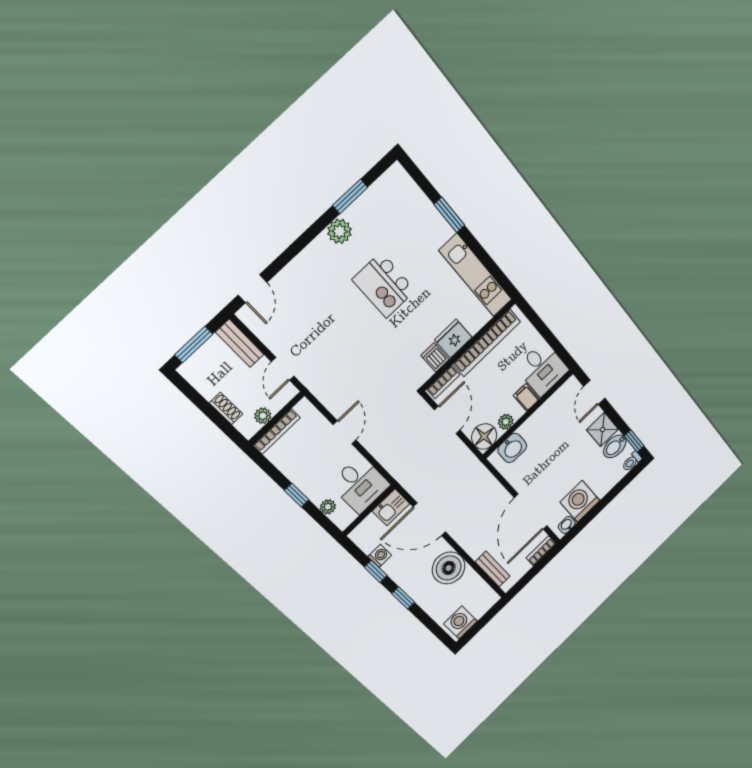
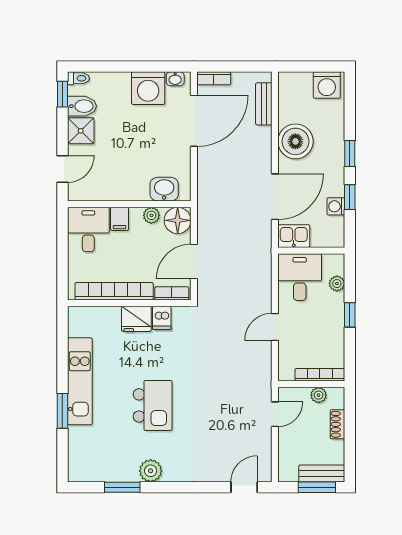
kitchen unit: (476, 275) -> (80, 381), moved
bench: (240, 343) -> (322, 473), moved, turned 90
door: (429, 519) -> (275, 197), hinge flipped

